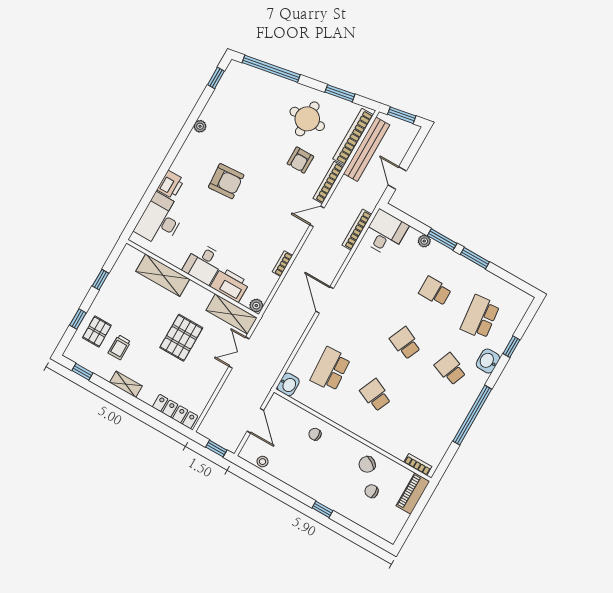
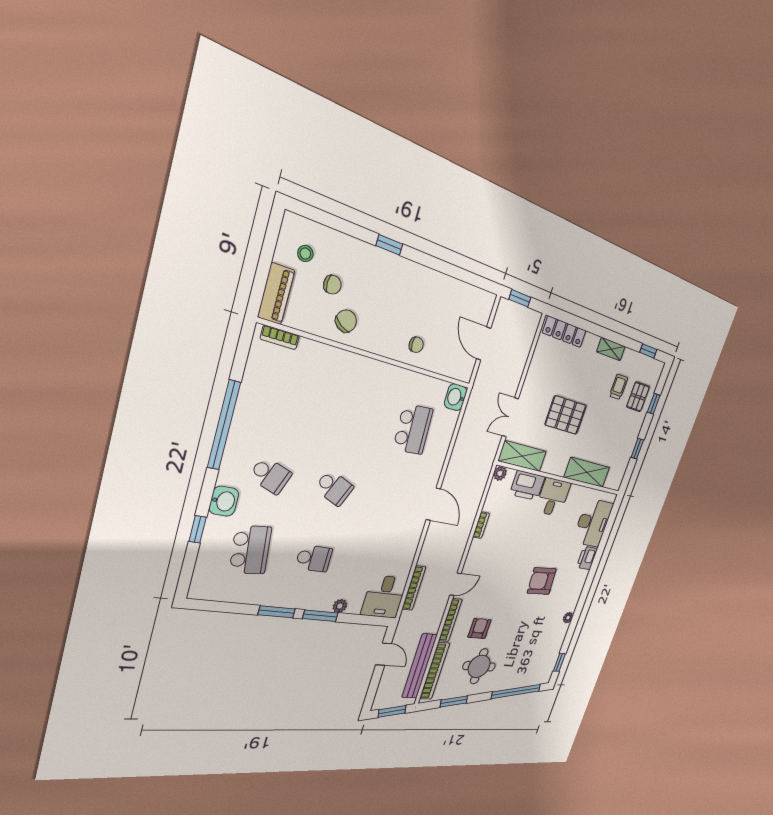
pallet: (181, 338) -> (566, 415), turned 90
double door: (239, 353) -> (510, 417), swing flipped
school desk: (376, 395) -> (355, 414), removed
stool: (262, 462) -> (305, 254), moved

